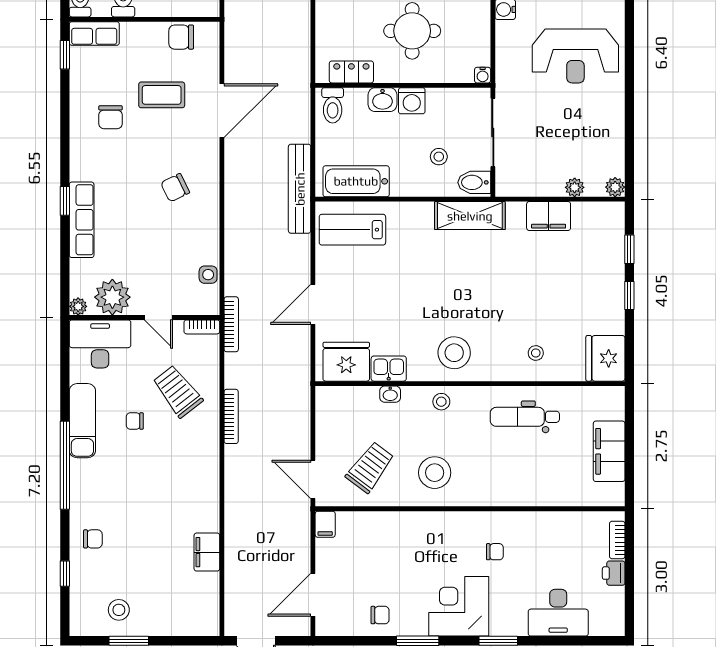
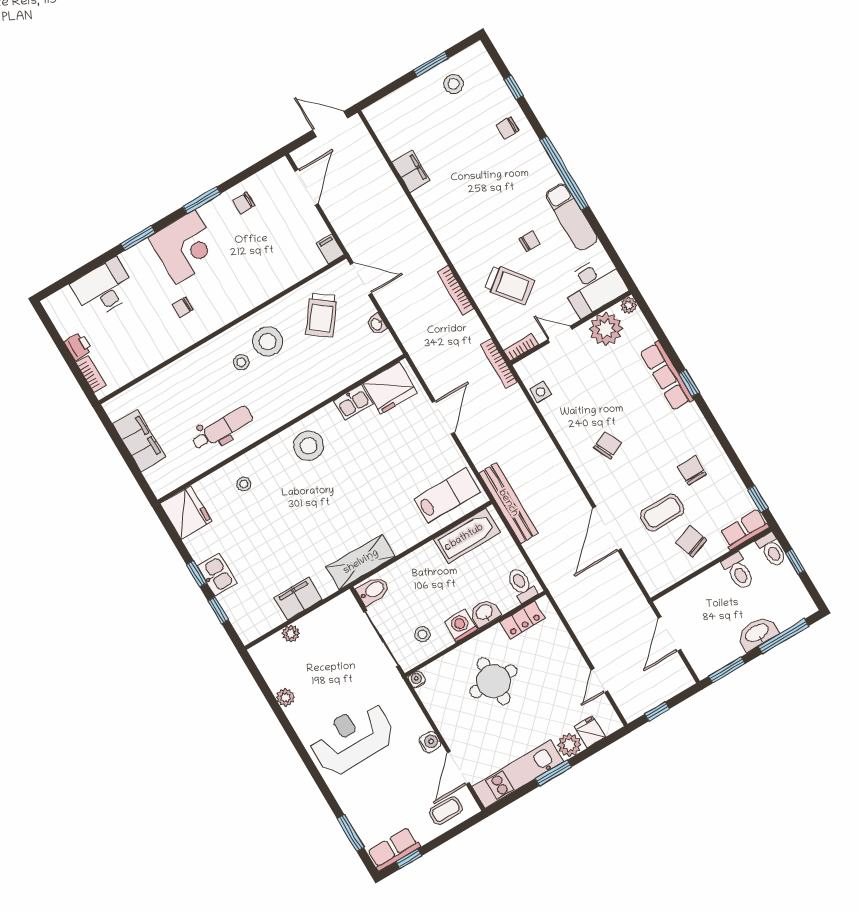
chair: (181, 37) -> (691, 541), moved, turned -109
stool: (439, 157) -> (422, 634), moved
plant: (615, 187) -> (285, 697), moved
kitchen sink: (611, 283) -> (217, 575), added
washbasin: (390, 394) -> (377, 324), moved, turned -90
stool: (441, 402) -> (241, 362), moved

